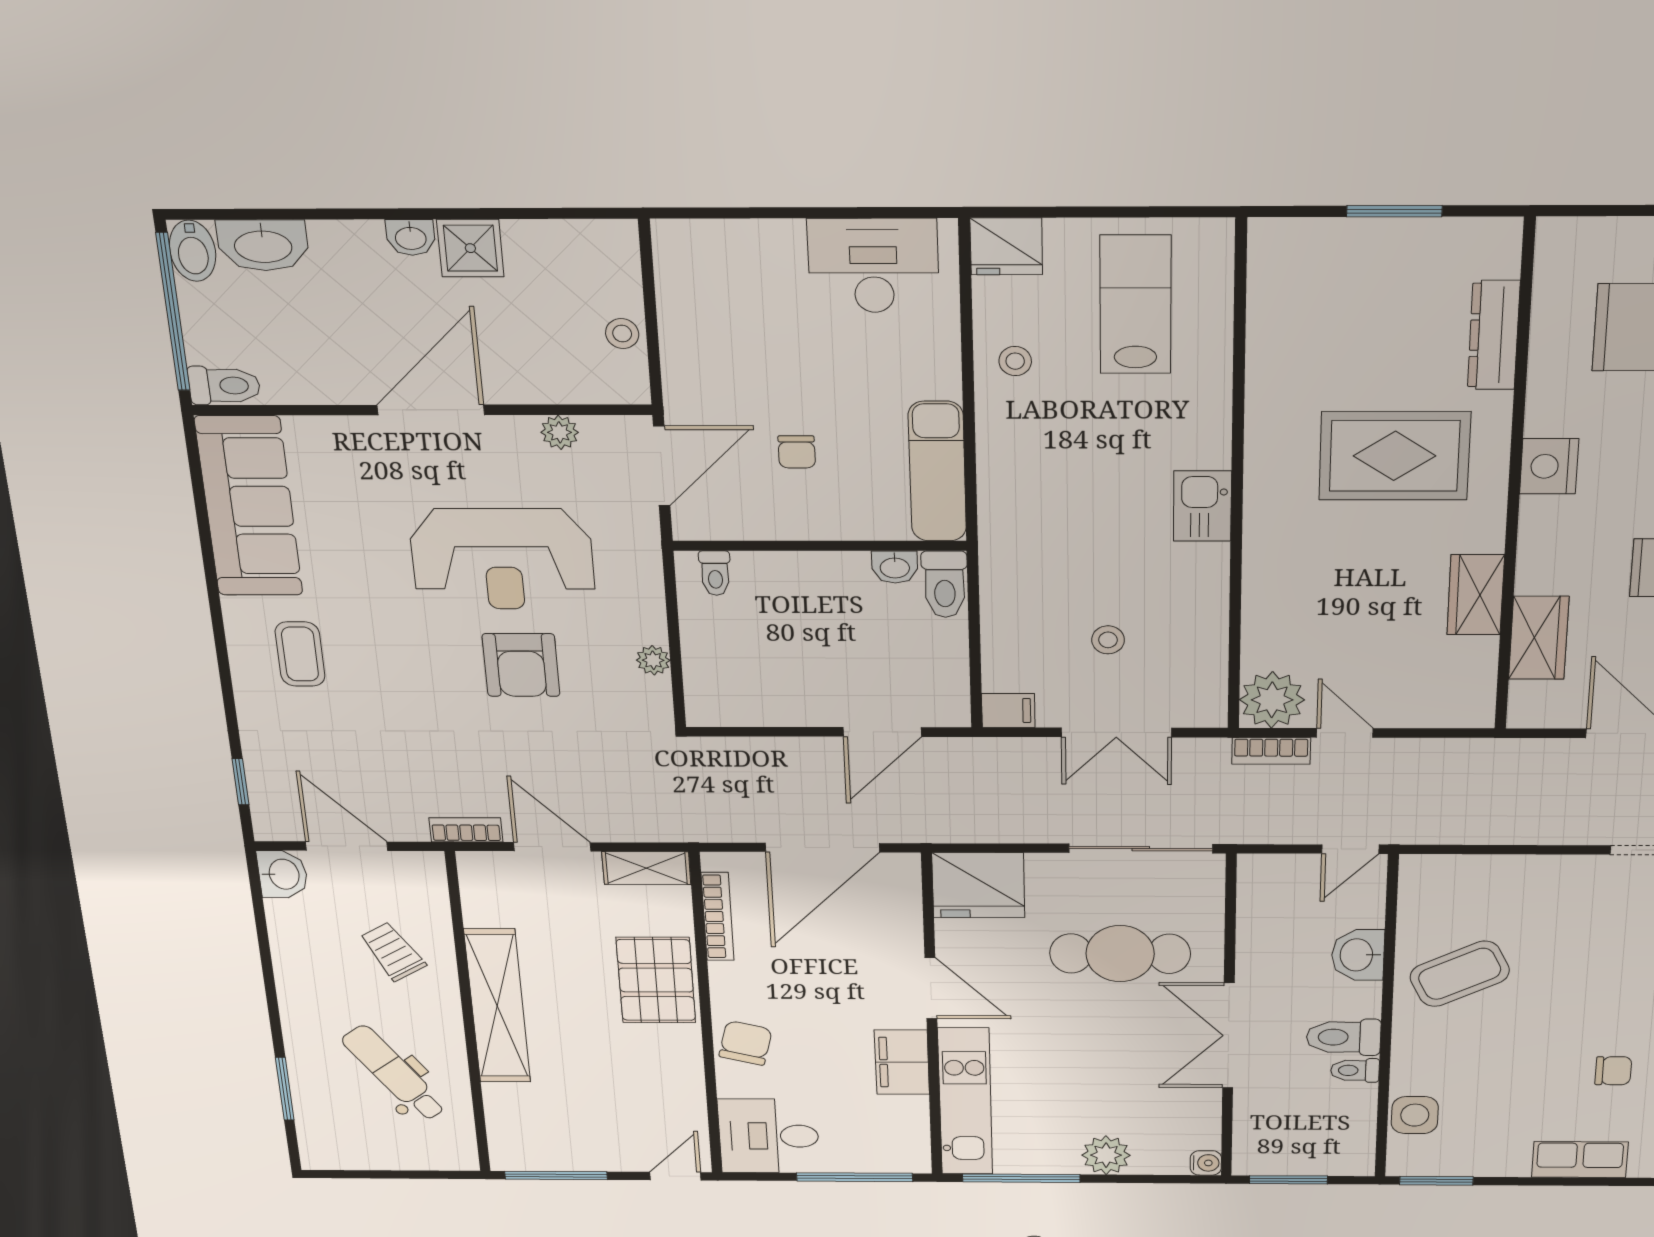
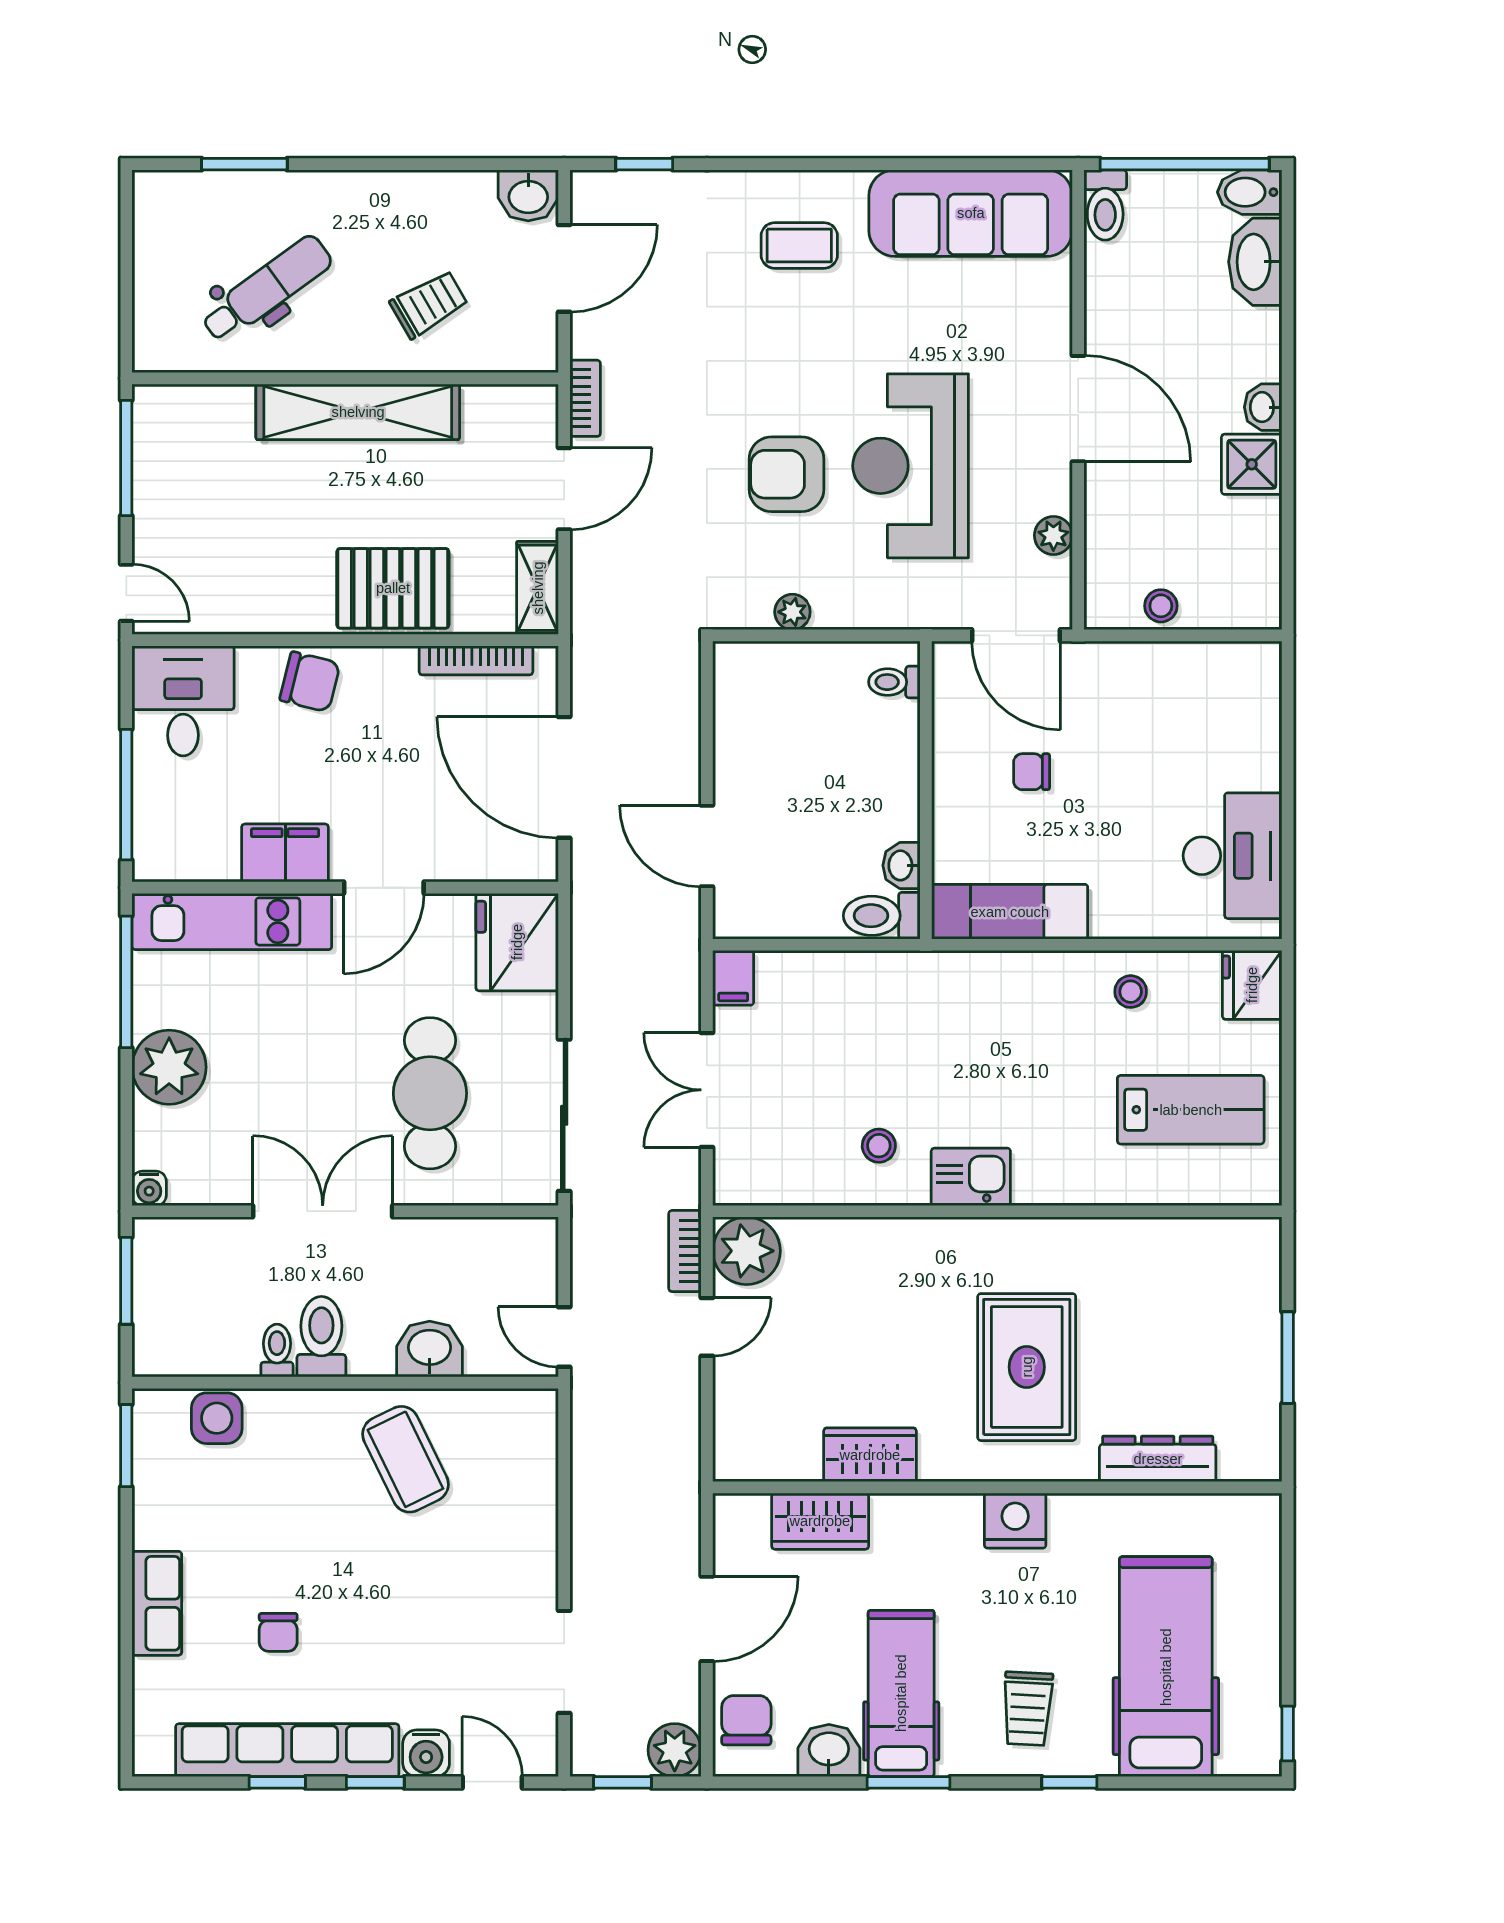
stool: (1108, 640) -> (879, 1146), moved
plant: (1106, 1155) -> (169, 1067), width x1.36, depth x1.36

